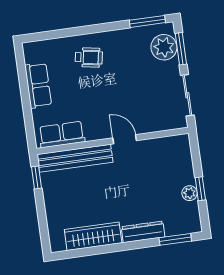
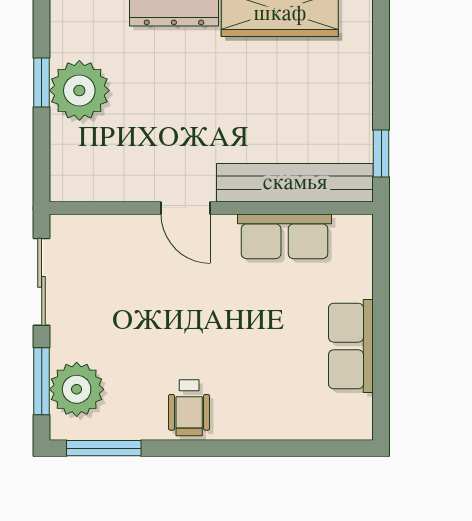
wheelchair: (89, 58) -> (189, 408), moved, turned -100
row of seats: (62, 134) -> (285, 236), moved
plant: (190, 193) -> (79, 90), width x1.88, depth x1.88

